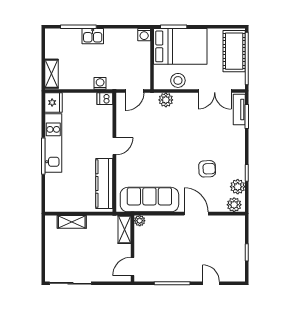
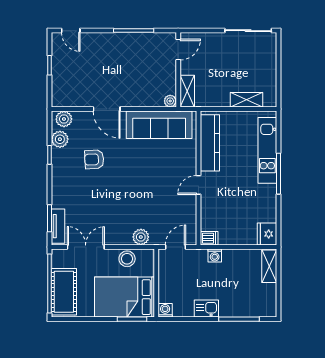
kitchen sink: (93, 36) -> (206, 309), moved
kitchen unit: (53, 143) -> (267, 150), moved
door: (211, 283) -> (71, 31), moved

